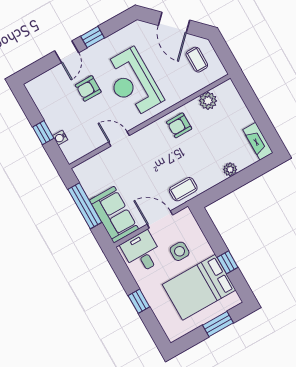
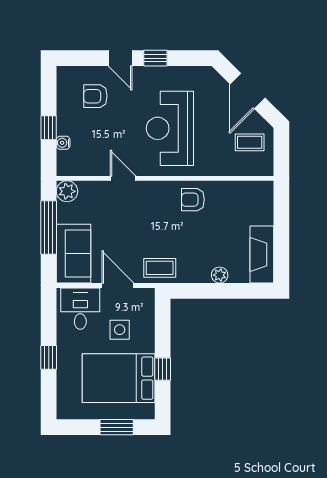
door: (67, 52) -> (120, 58), hinge flipped
coffee table: (197, 60) -> (250, 142), turned 90
armchair: (88, 88) -> (95, 96), moved
plant: (208, 101) -> (67, 191), moved
fireplace: (258, 141) -> (262, 254), width x1.37, depth x1.32

